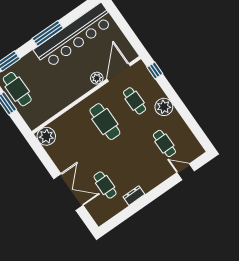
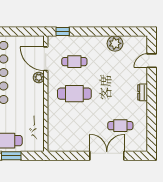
plant: (164, 107) -> (115, 43), moved
plant: (46, 136) -> (55, 144), removed
cafe table: (164, 143) -> (120, 62), removed
dresser: (134, 196) -> (143, 92), moved

